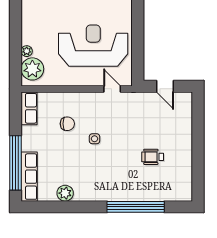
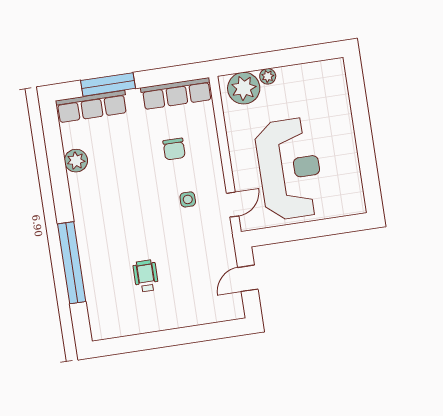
row of seats: (29, 108) -> (177, 94), width x1.48
side table: (95, 139) -> (188, 199), moved
window: (16, 163) -> (108, 84), width x0.68

